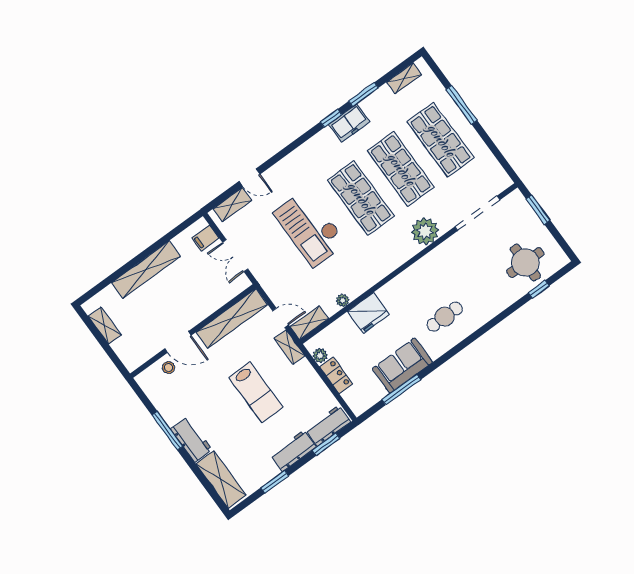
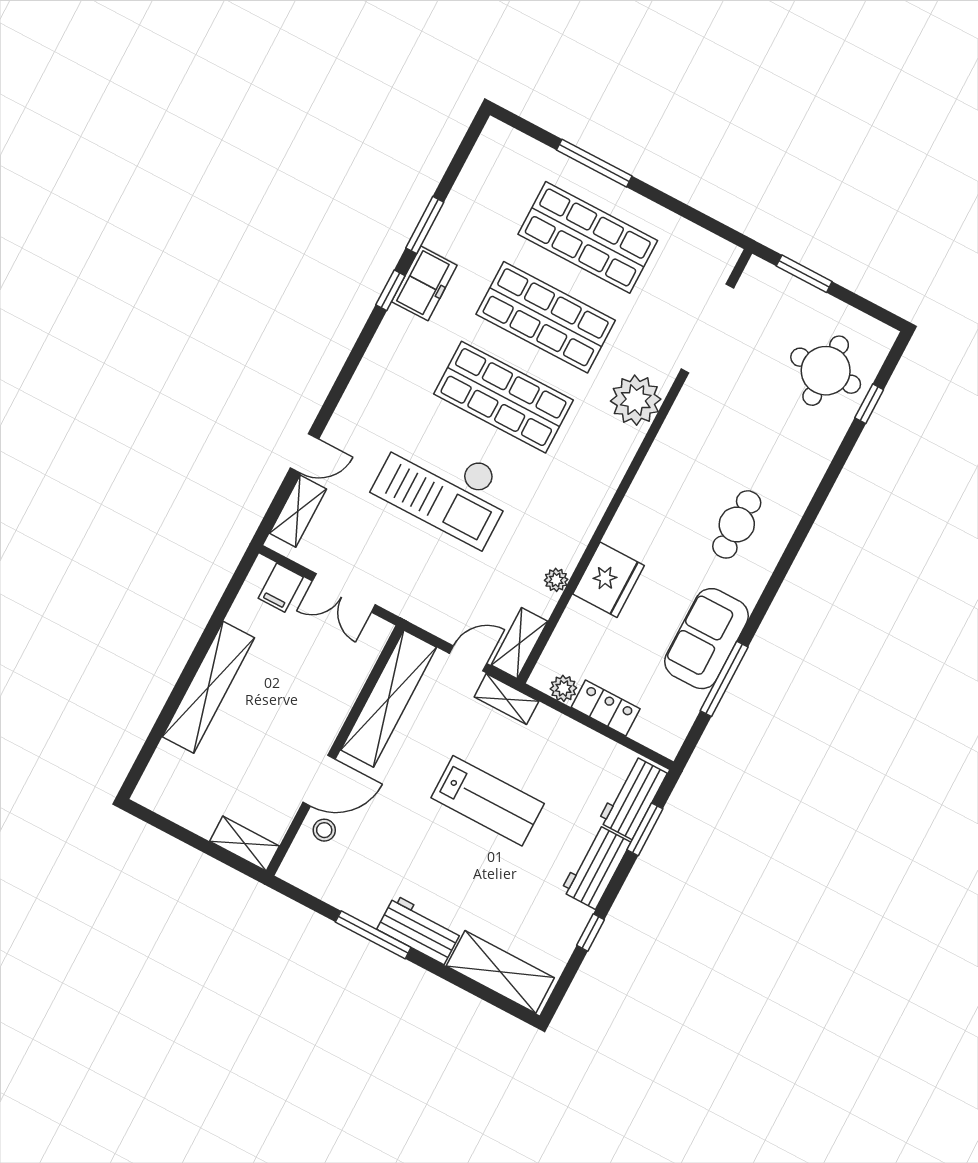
shelving: (404, 78) -> (479, 166), removed
shelving: (105, 326) -> (245, 844), moved
window: (275, 482) -> (590, 932), width x0.67

